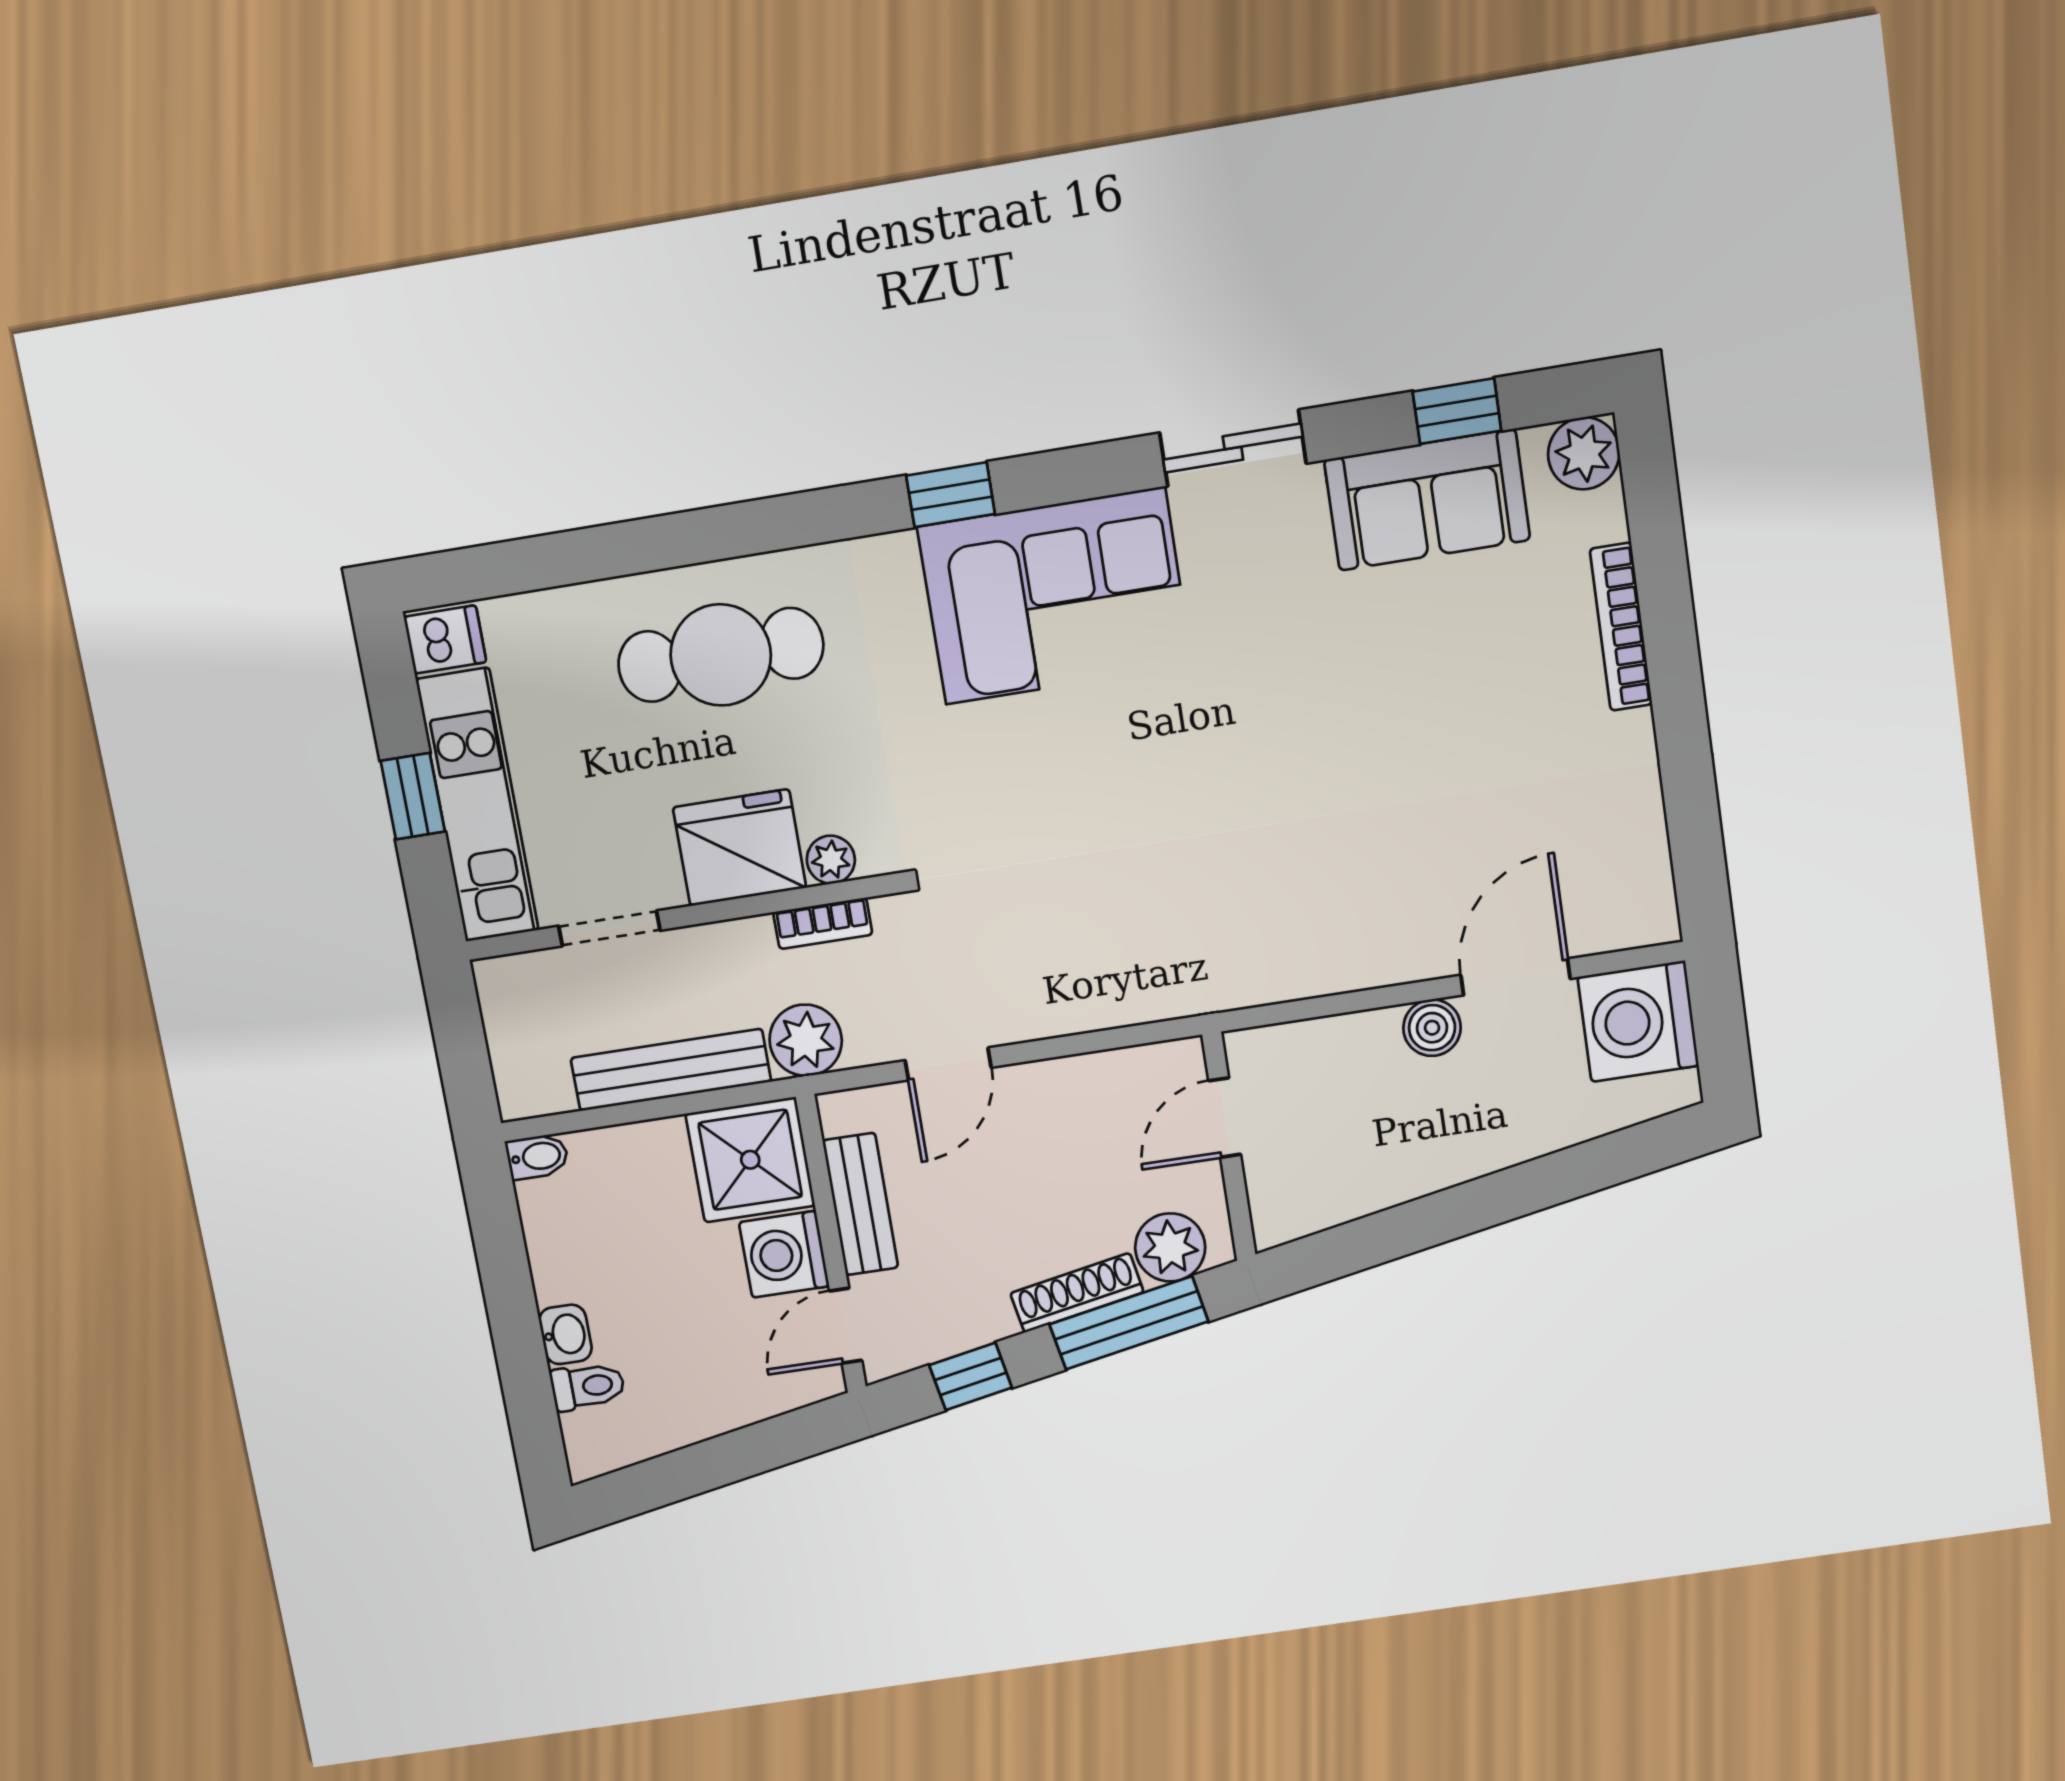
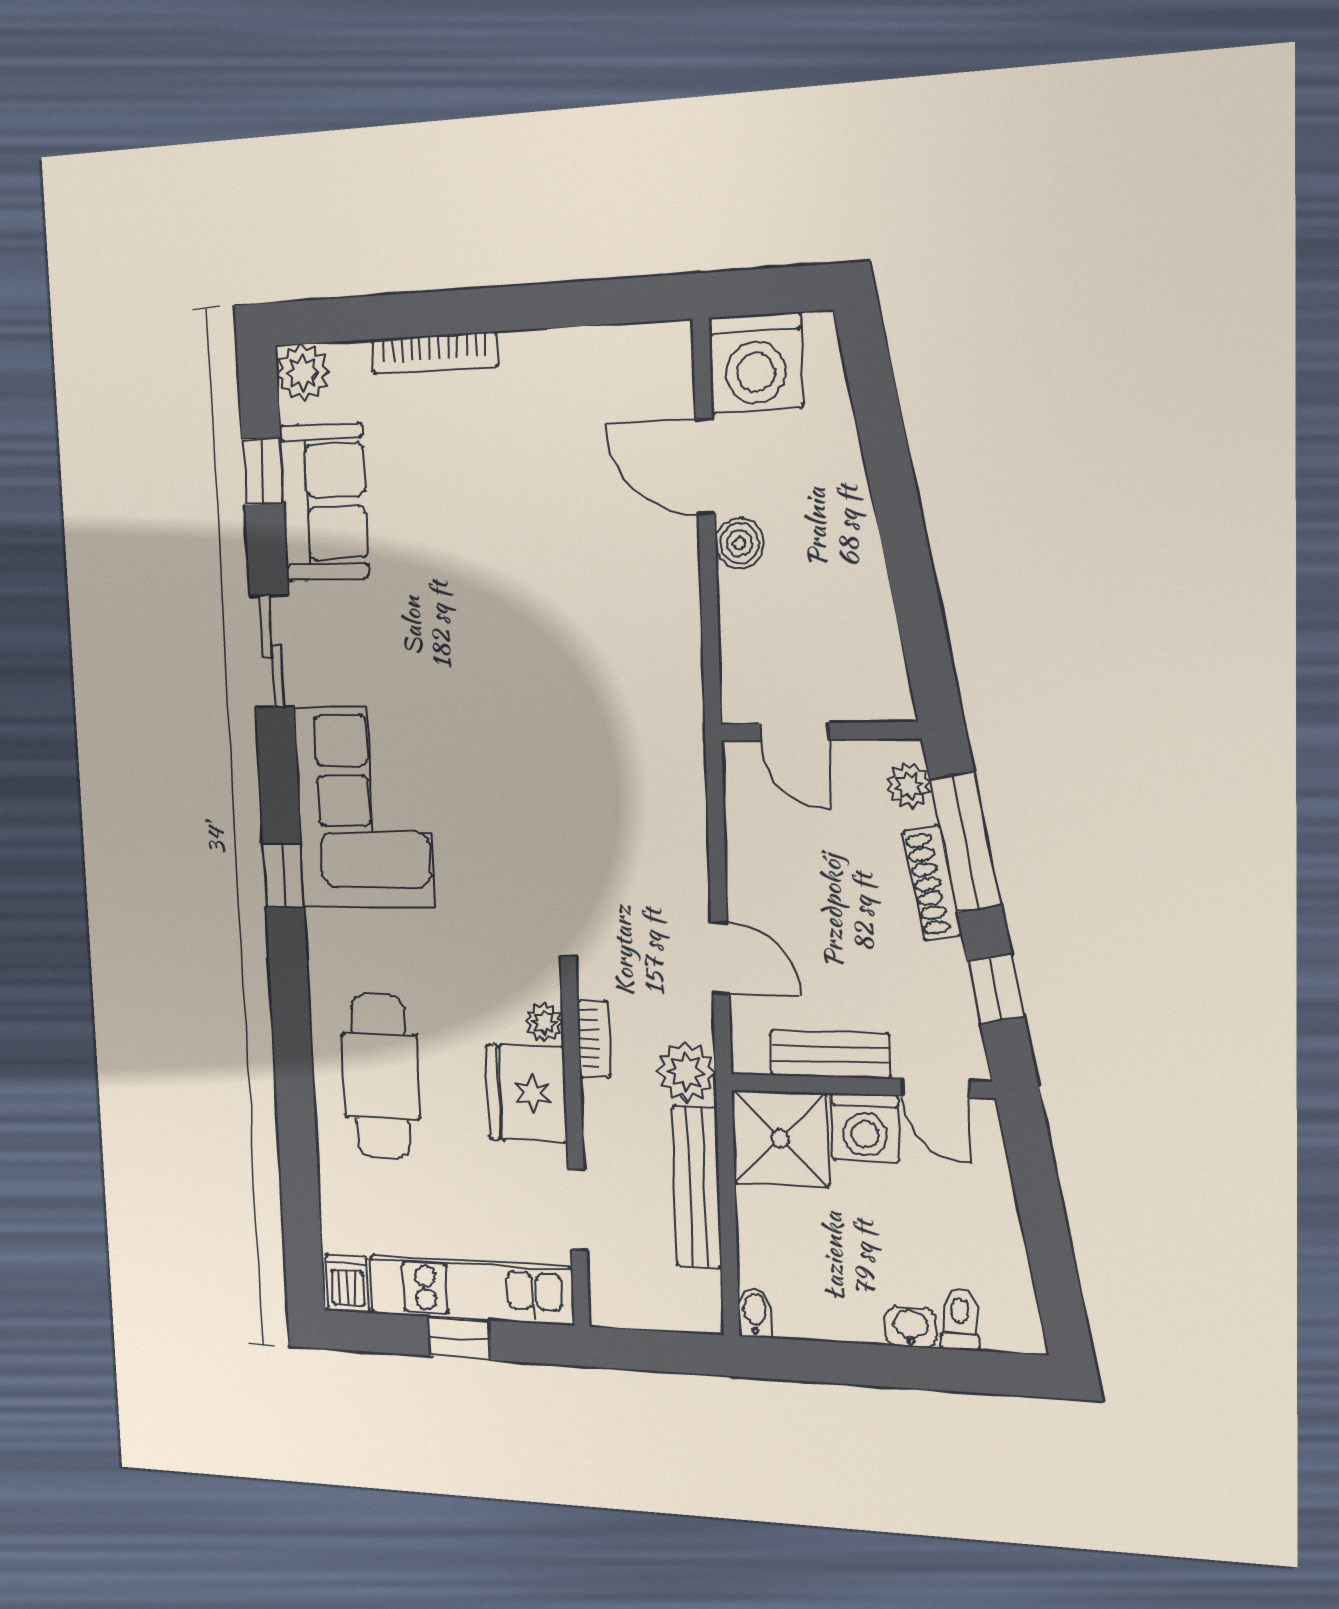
plant: (1170, 1247) -> (909, 786), width x0.73, depth x0.73

